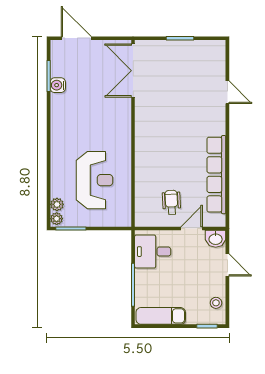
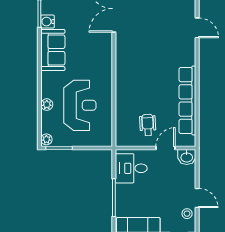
sofa: (64, 117) -> (53, 50), added
plant: (57, 204) -> (47, 105), moved
door: (227, 265) -> (197, 198), moved

